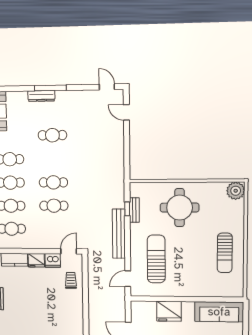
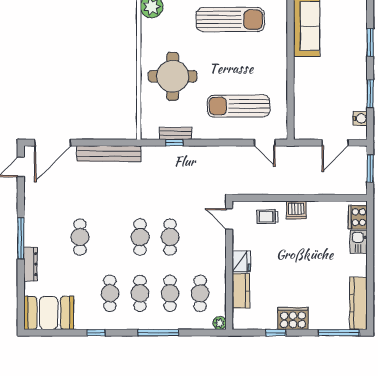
dresser: (41, 96) -> (31, 264), moved
door: (126, 112) -> (53, 143), width x1.87
bench: (119, 234) -> (109, 154), moved
sun lounger: (225, 253) -> (230, 20), width x1.36, depth x1.34
dishwasher: (53, 260) -> (296, 210), moved, turned 90
fridge: (169, 311) -> (307, 90), removed

